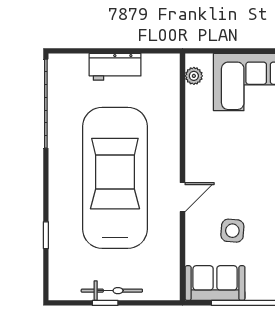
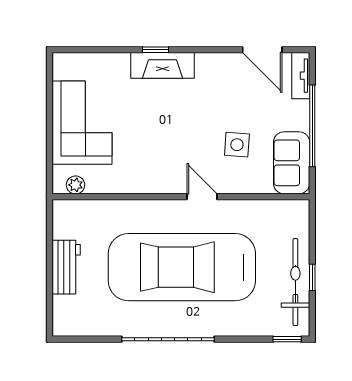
garage door: (46, 104) -> (168, 339), moved
window: (46, 235) -> (287, 339), moved
bicycle: (112, 291) -> (295, 282), width x1.37, depth x1.40

